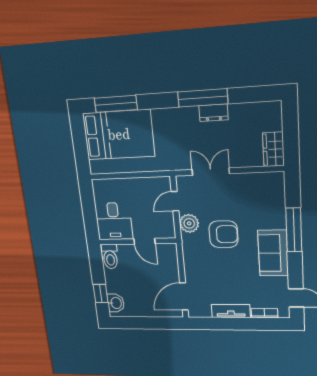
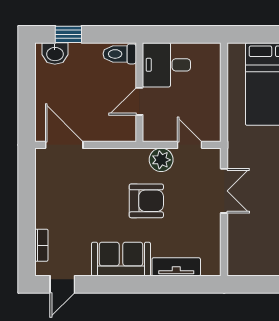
wardrobe: (273, 149) -> (247, 265), removed
window: (294, 230) -> (150, 284), removed
armchair: (223, 234) -> (146, 201), turned -90
tv unit: (231, 311) -> (176, 267), moved, turned -90

